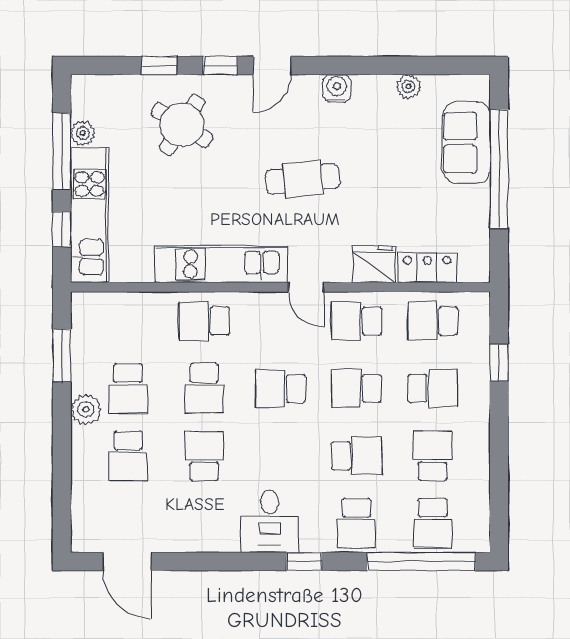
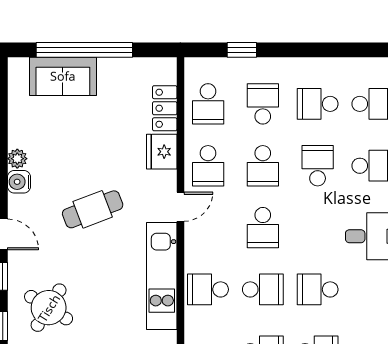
plant: (408, 86) -> (17, 159), moved
cafe table: (303, 179) -> (93, 209), turned 75
school desk: (204, 321) -> (208, 289), turned 90

